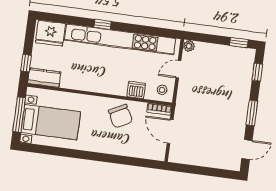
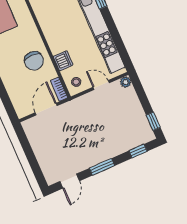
chair: (120, 116) -> (34, 61), turned -63
door: (247, 149) -> (70, 181), hinge flipped

